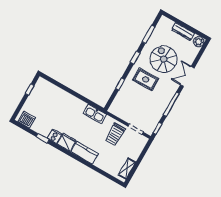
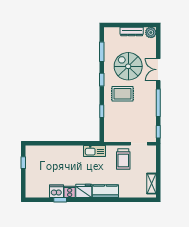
dishwasher: (27, 120) -> (56, 191), moved

